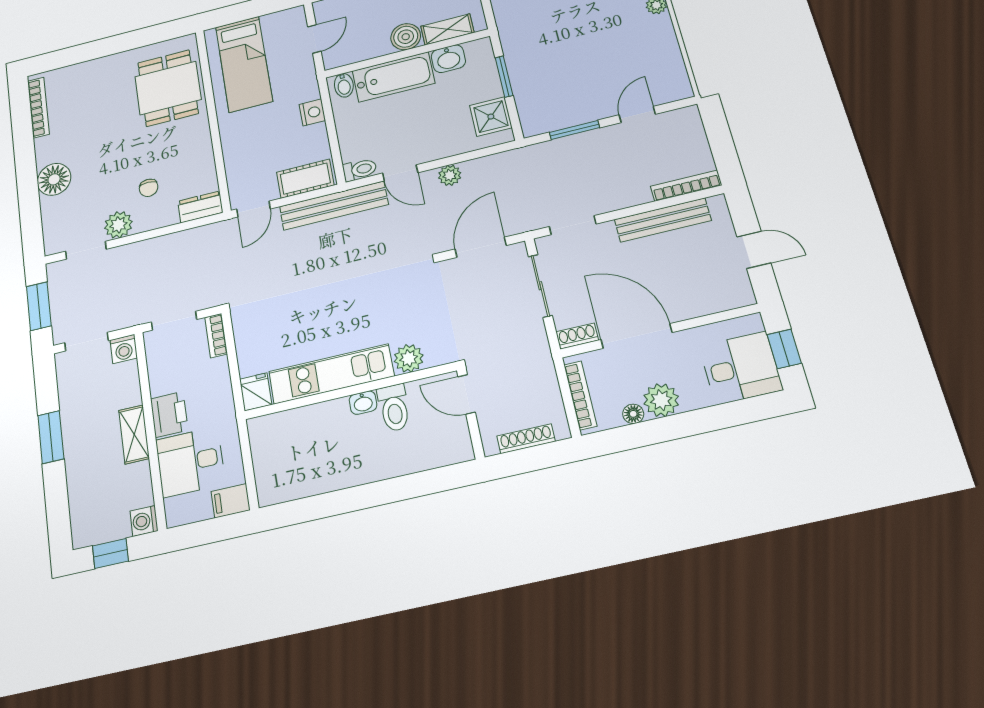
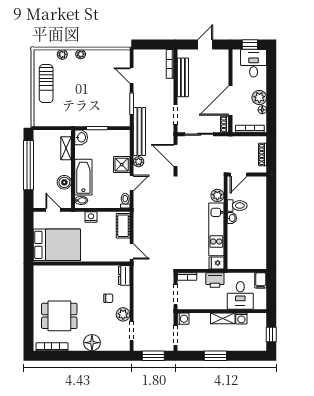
boiler: (406, 37) -> (64, 182), moved
washbasin: (448, 59) -> (81, 137), moved
bed: (244, 64) -> (57, 245), width x1.50
dining table: (168, 88) -> (59, 316), moved
shower: (491, 117) -> (122, 165), moved
bench: (334, 206) -> (139, 131), moved
printer: (169, 414) -> (215, 280), moved, turned 180
washing machine: (144, 521) -> (241, 319), moved

